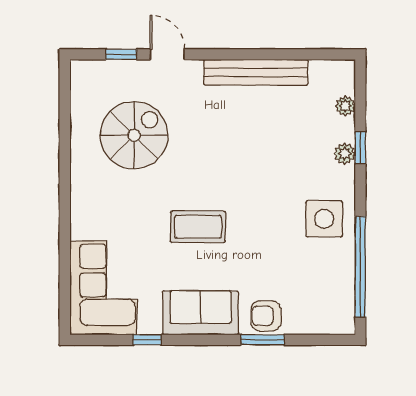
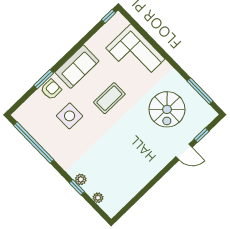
bench: (256, 72) -> (144, 178), removed
window: (65, 117) -> (200, 91), added
side table: (324, 219) -> (70, 116), moved
corner sofa: (103, 288) -> (135, 53), moved
window: (147, 340) -> (109, 16), moved

